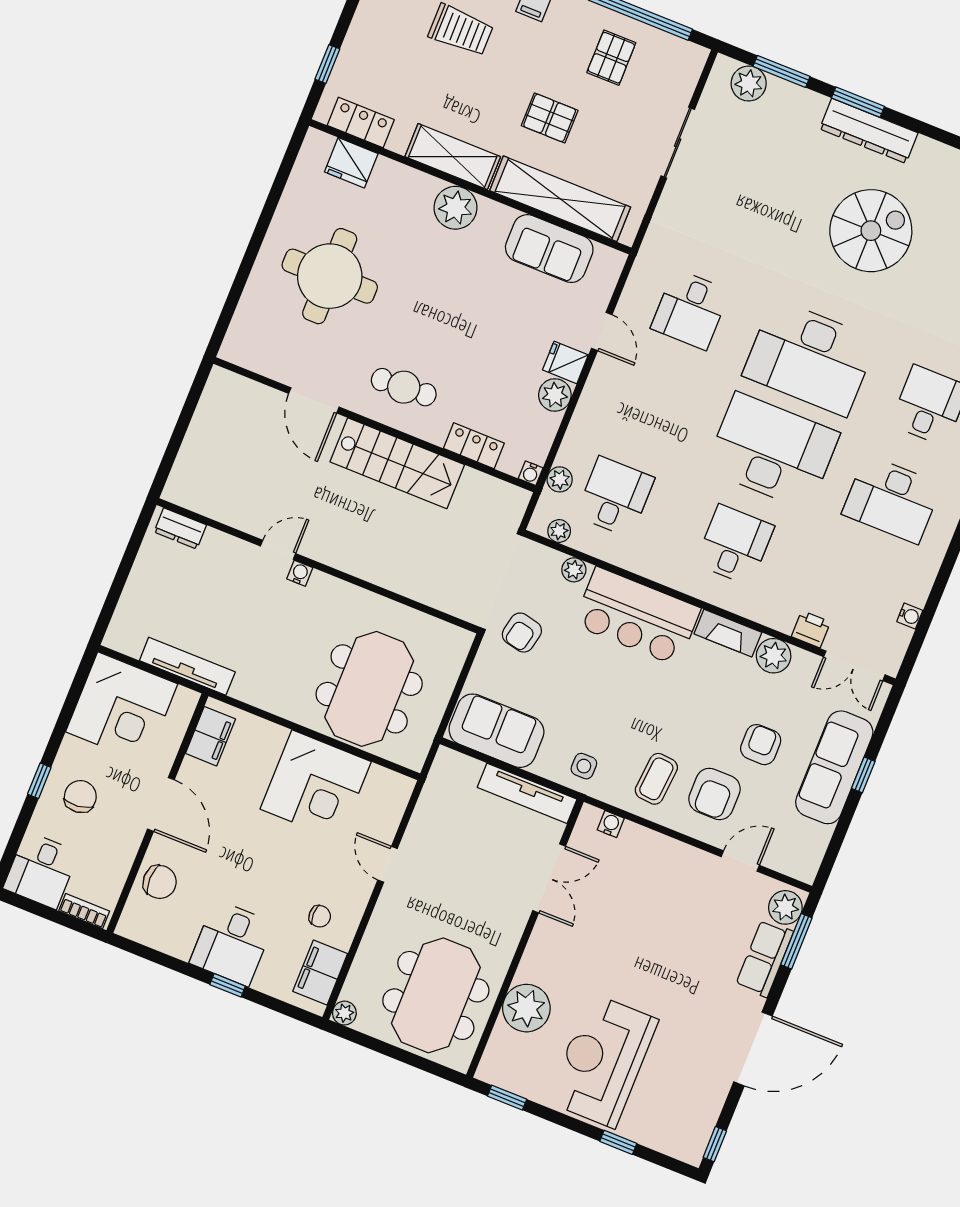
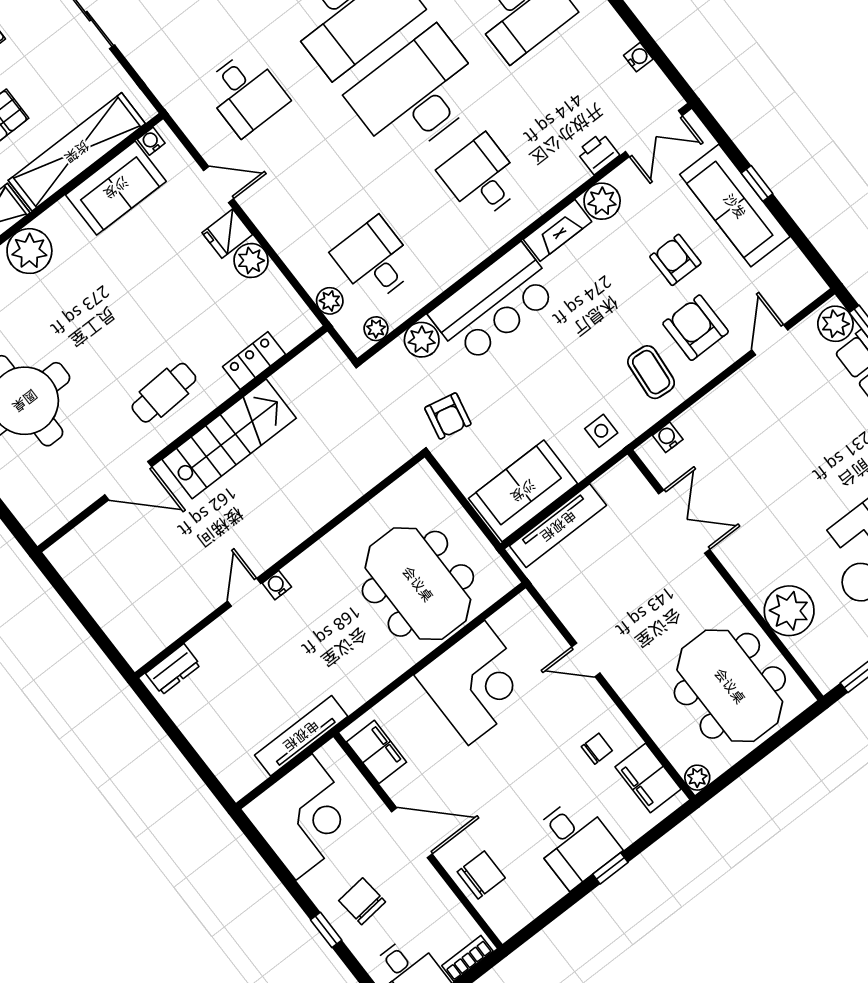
water cooler: (531, 473) -> (151, 141), moved, turned 180
plant: (574, 570) -> (422, 340), width x1.38, depth x1.38
tv unit: (527, 793) -> (558, 526), moved
armchair: (715, 794) -> (696, 328), turned 180

